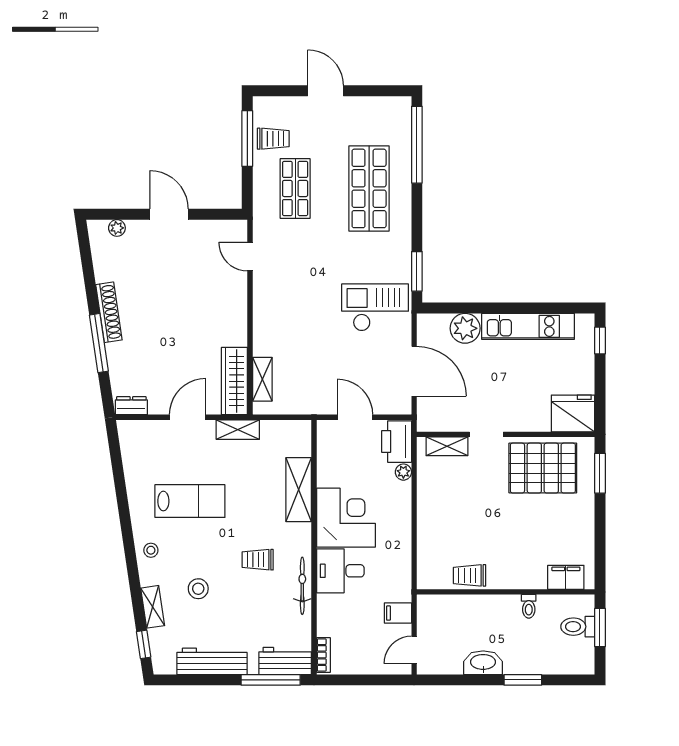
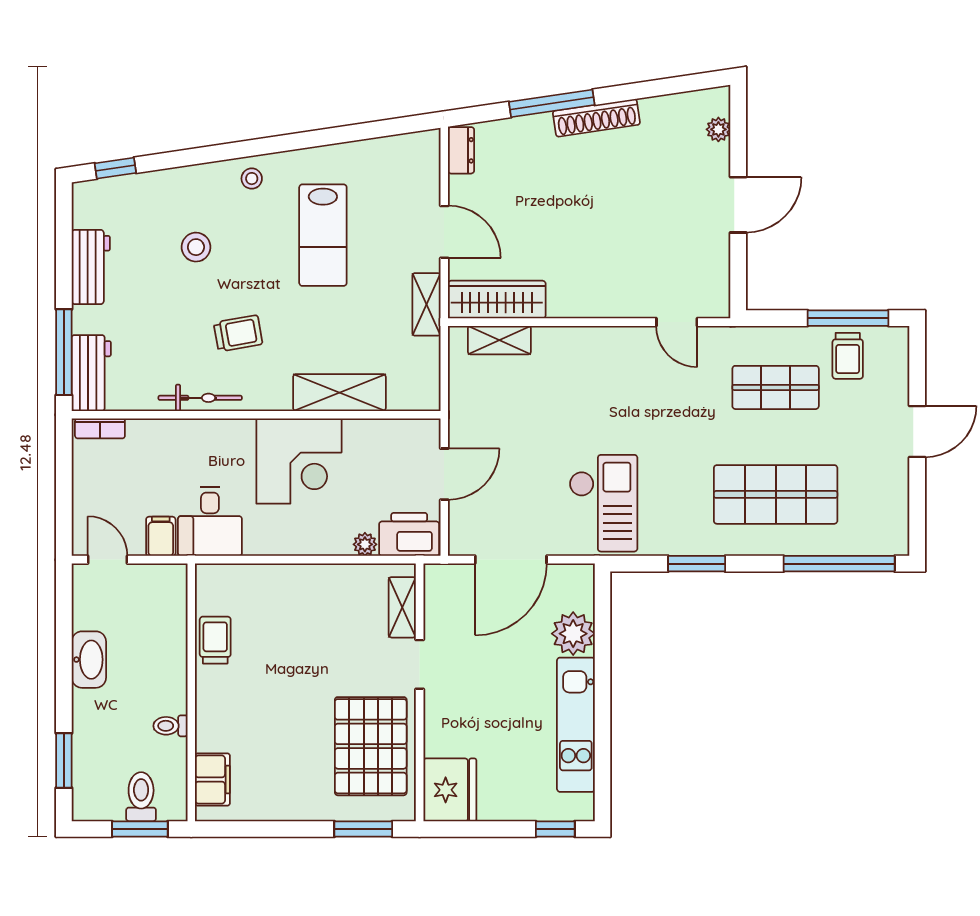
door: (250, 257) -> (677, 322), swing flipped
window: (417, 271) -> (697, 564), moved
trolley: (258, 560) -> (238, 333), turned 80
desk: (340, 571) -> (210, 522), moved, turned 180
shelving: (153, 607) -> (170, 181), removed
workbench: (212, 661) -> (91, 267), width x0.73
window: (523, 680) -> (64, 760), moved

